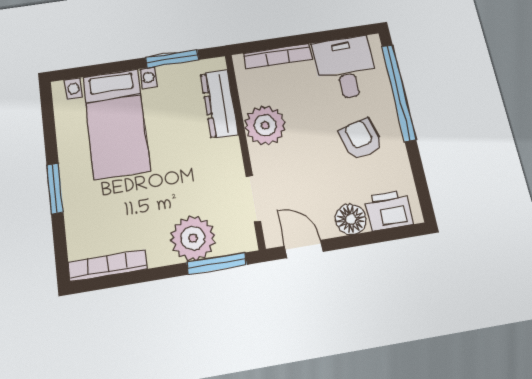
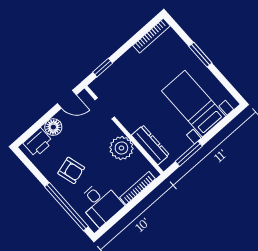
plant: (193, 238) -> (121, 72), removed
window: (217, 264) -> (103, 68), width x0.67

